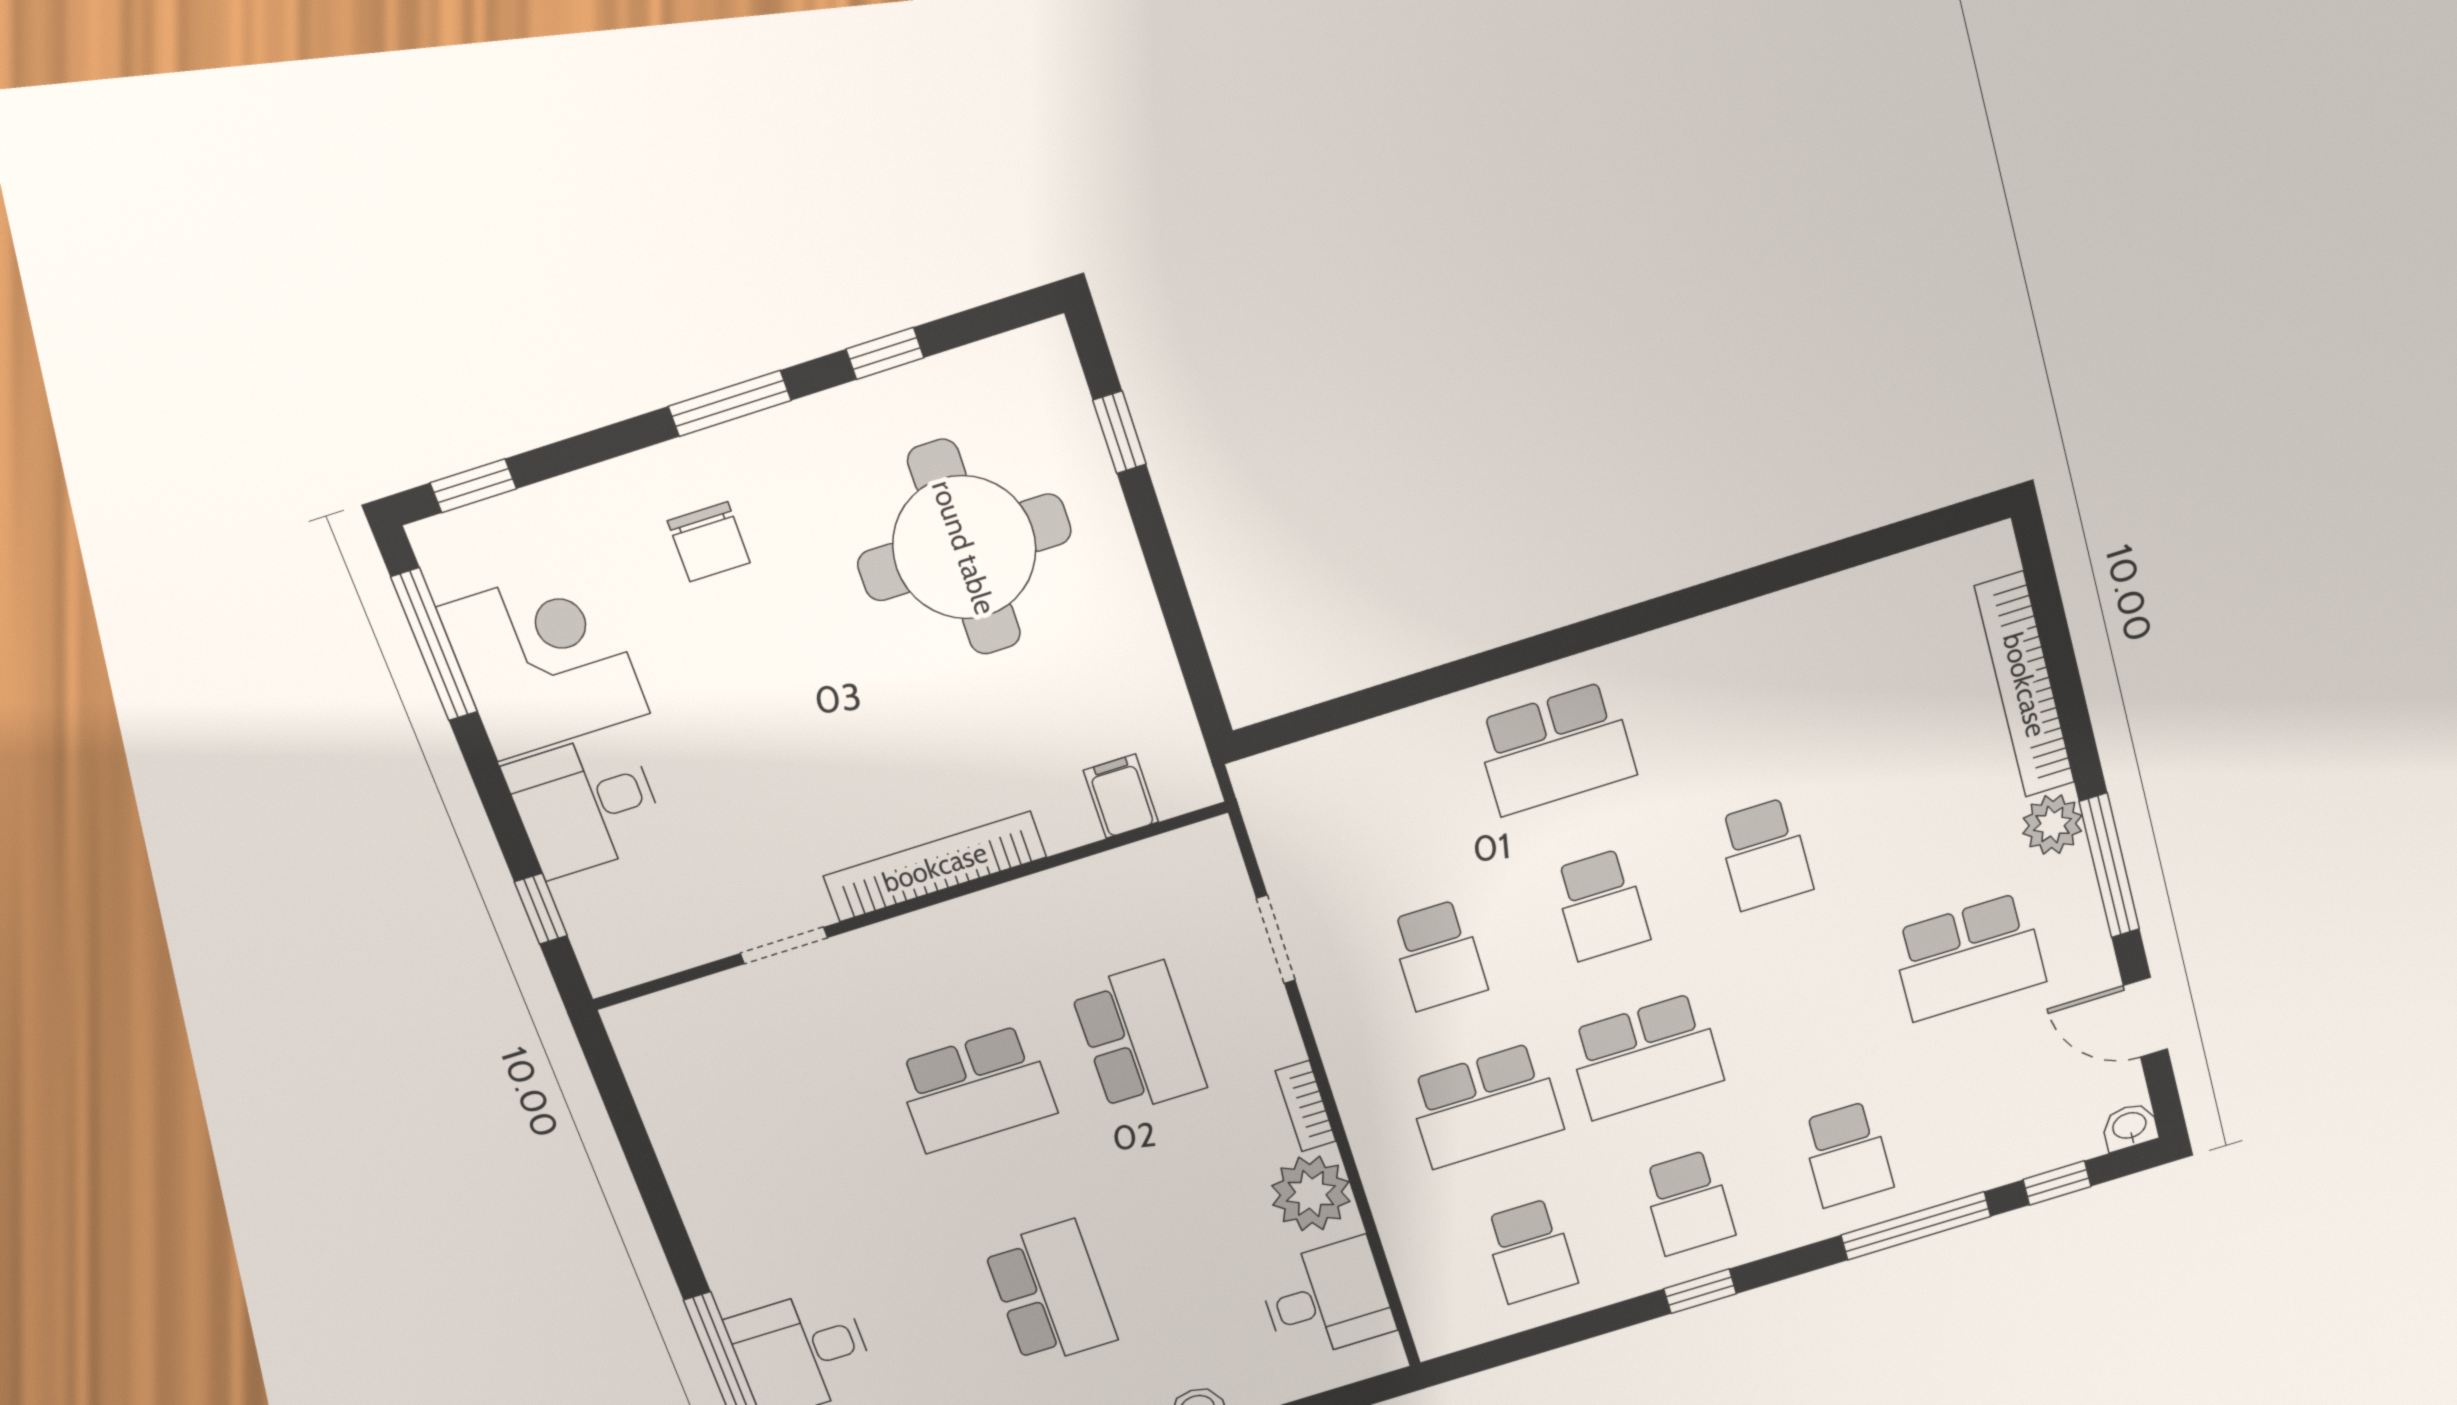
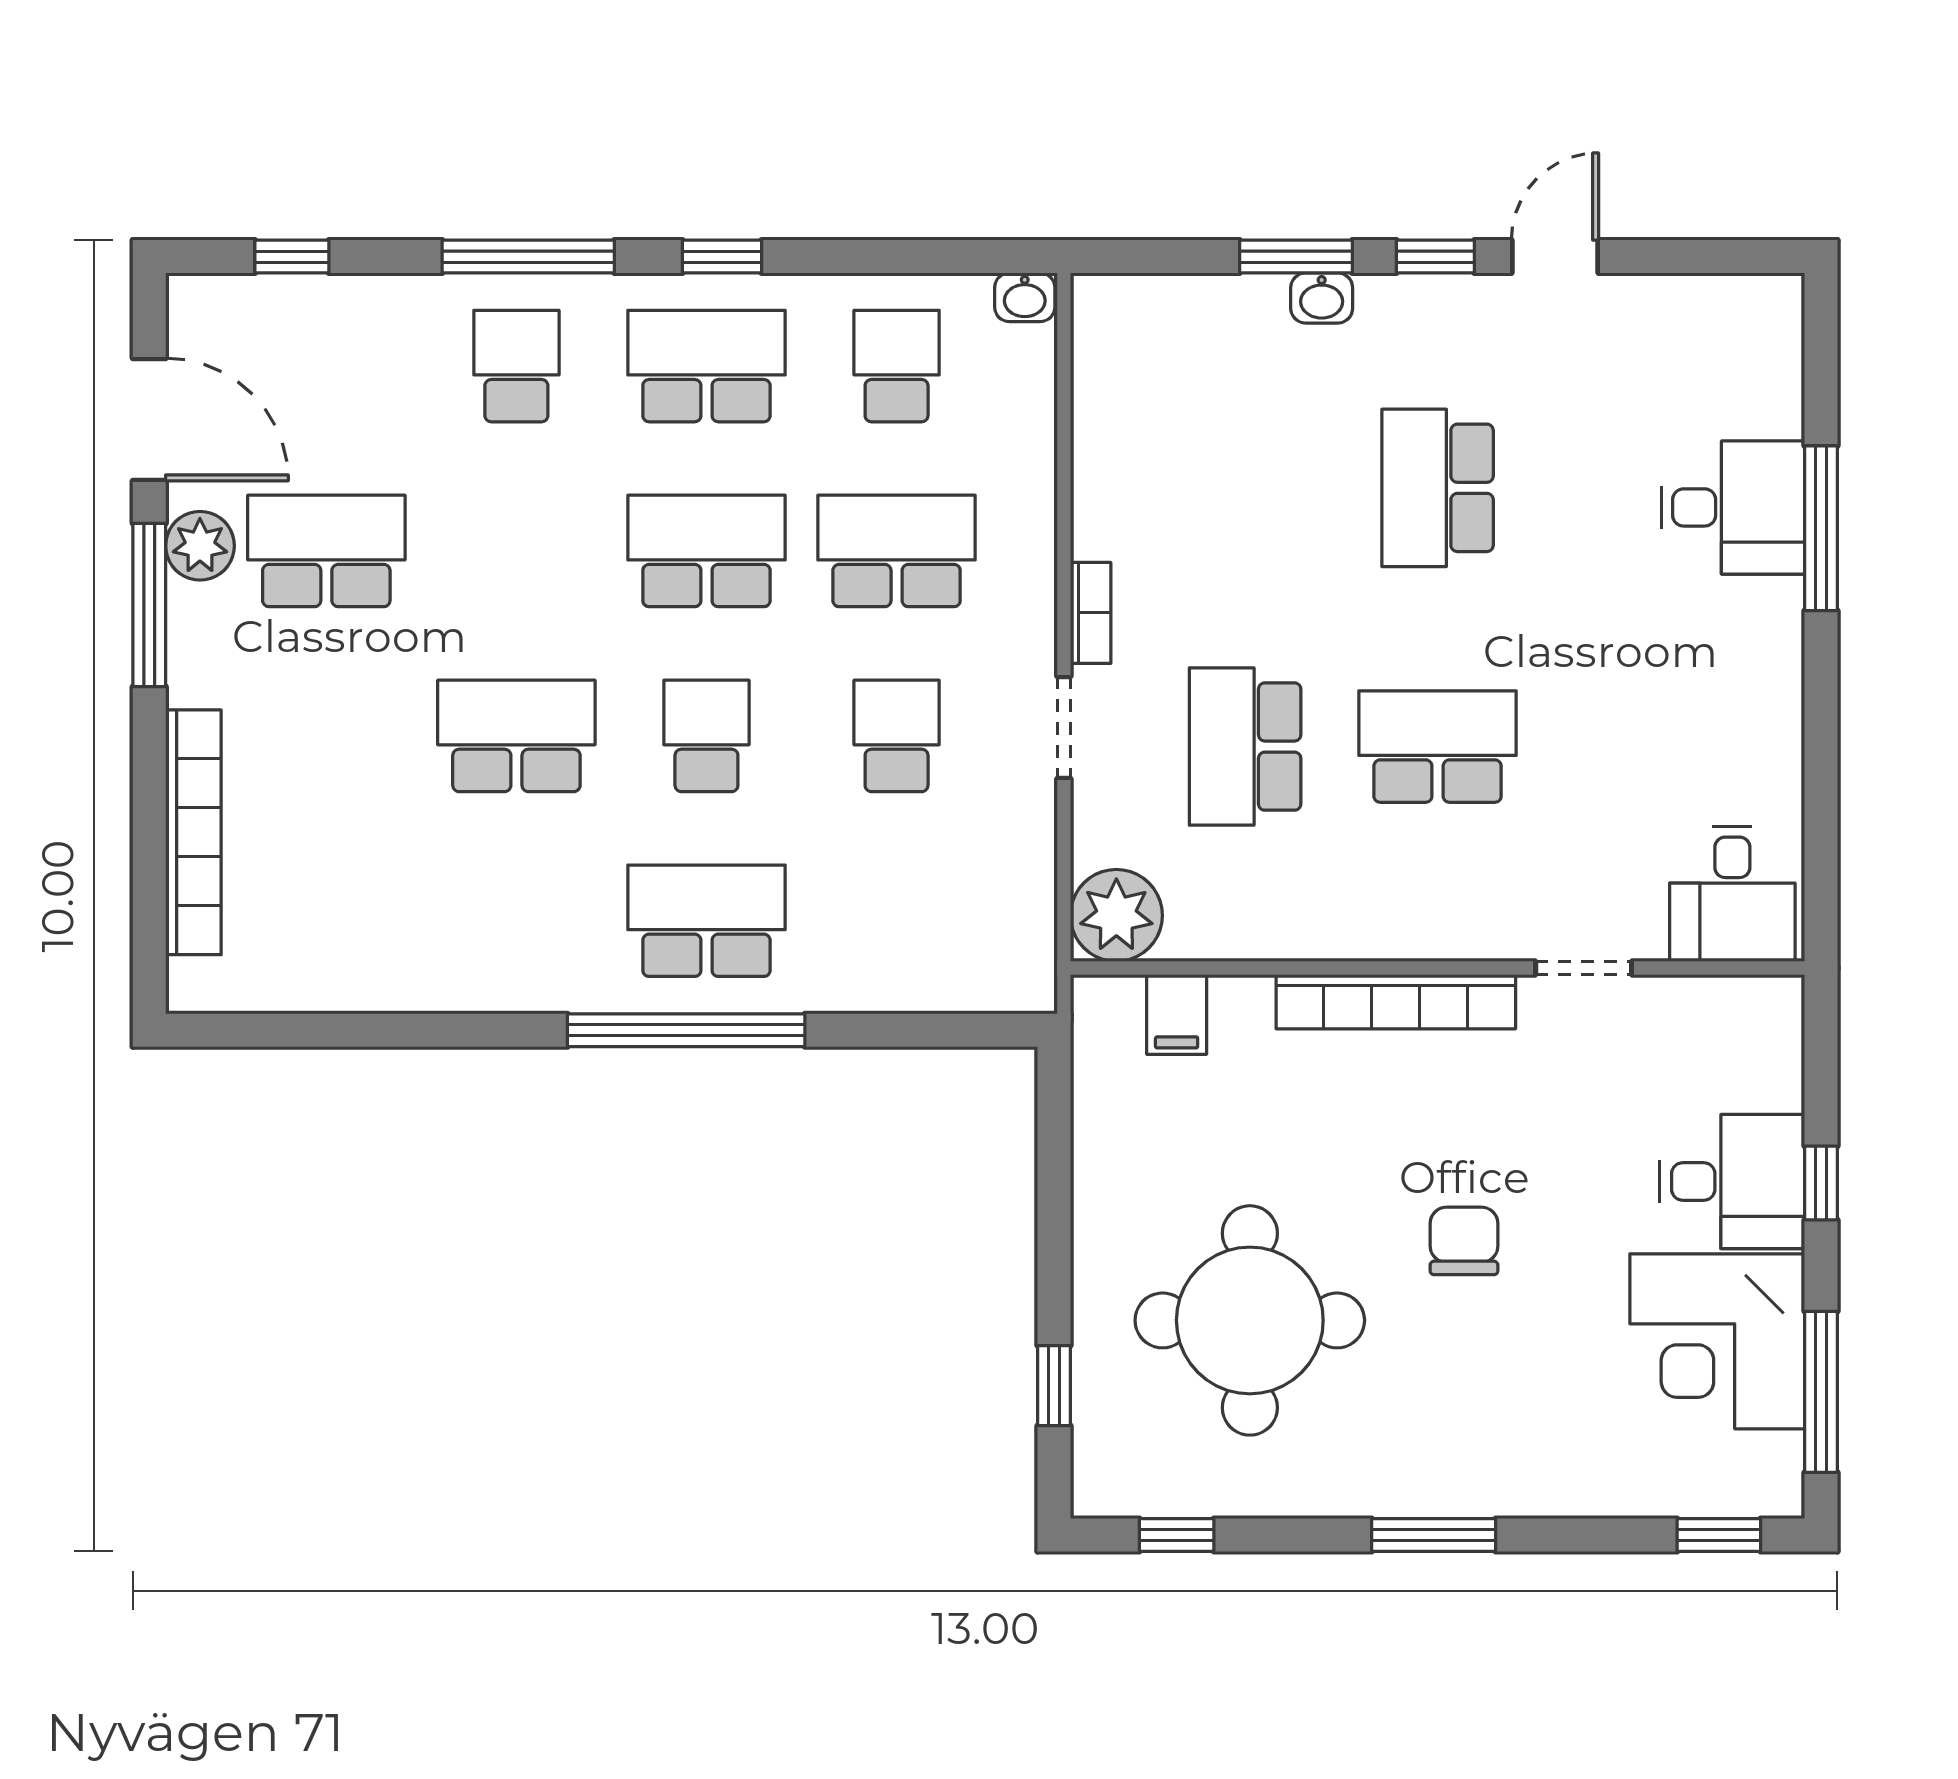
window: (885, 353) -> (1177, 1535), moved
chair: (709, 542) -> (1464, 1241), moved
window: (1546, 648) -> (686, 1030), added
plant: (2052, 825) -> (200, 546), moved
school desk: (1765, 854) -> (516, 736), width x1.85
window: (541, 909) -> (1821, 1183), moved
doorway: (1276, 940) -> (1064, 728), moved
door: (2145, 1017) -> (149, 420), width x1.38
washbasin: (2130, 1127) -> (1025, 297), moved
plant: (1311, 1193) -> (1116, 915), moved
school desk: (1688, 1203) -> (706, 366), width x1.85
window: (1916, 1226) -> (528, 257), moved
desk: (1326, 1299) -> (1732, 894), moved, turned -90

